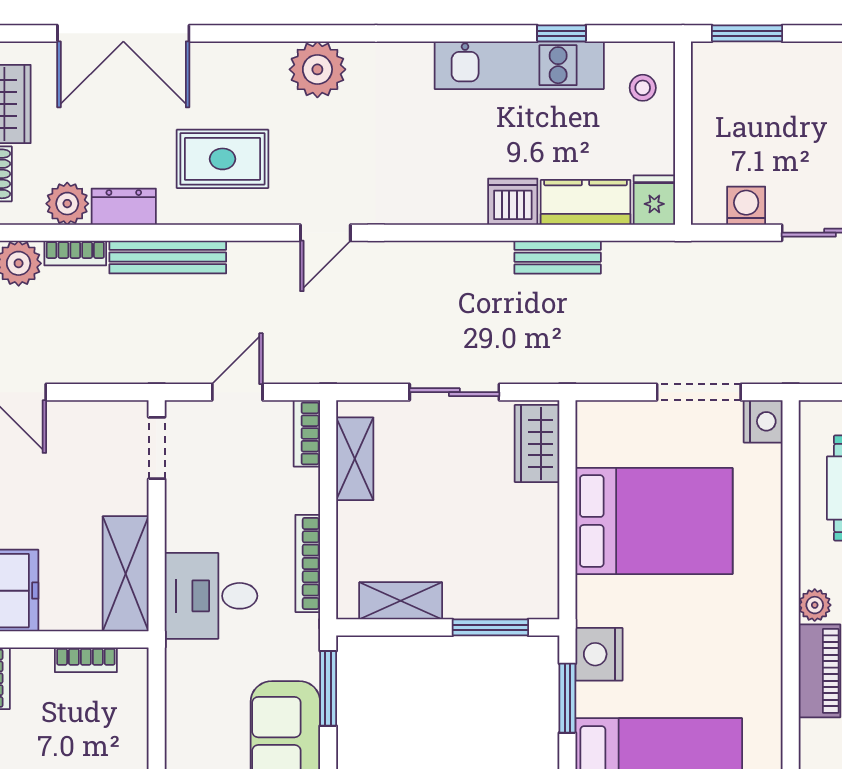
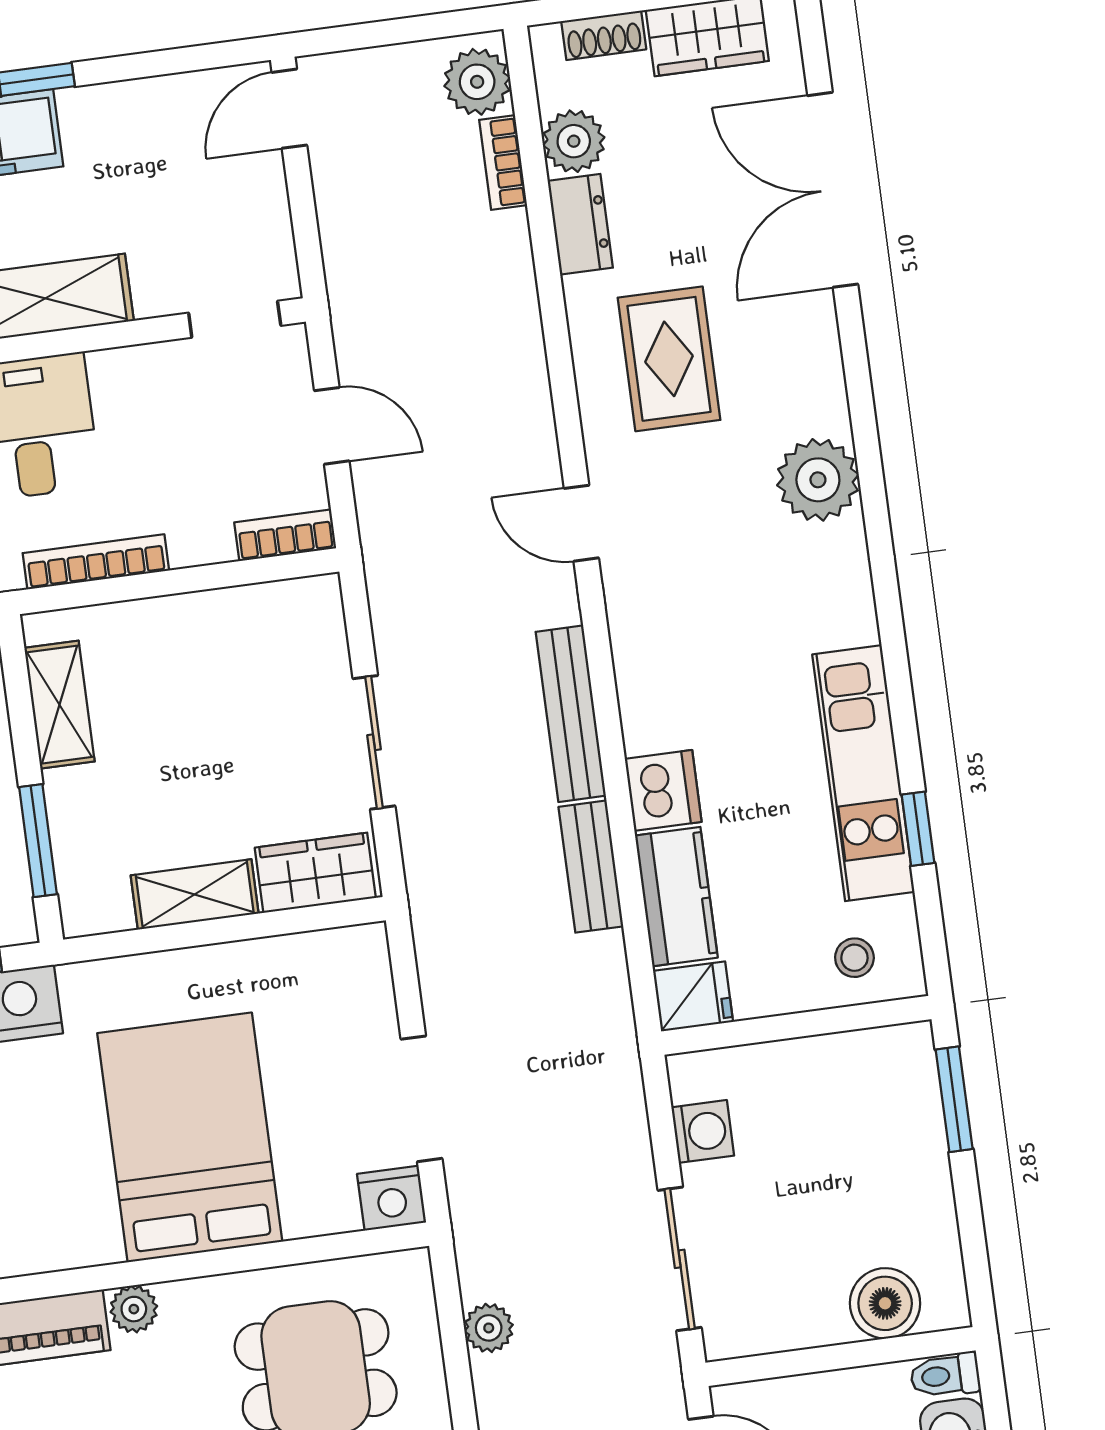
bench: (168, 257) -> (571, 714), moved
shelving: (355, 459) -> (195, 894), moved
bed: (654, 521) -> (190, 1137), moved, turned 180

